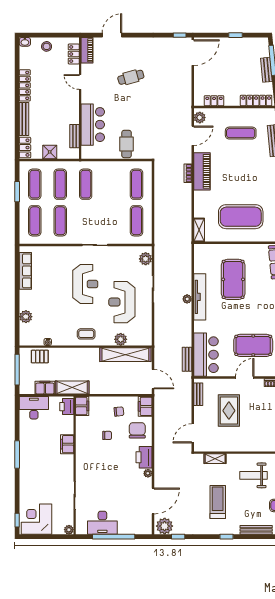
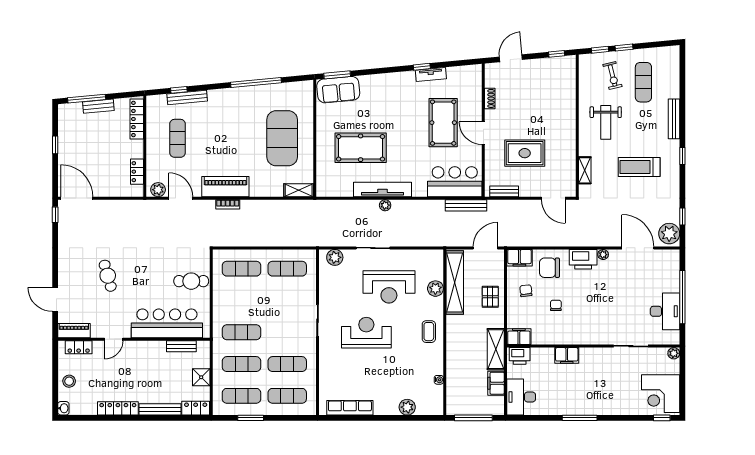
bar counter: (93, 125) -> (167, 323), width x1.36
pallet: (40, 357) -> (490, 297), moved
bench: (187, 359) -> (466, 205), width x1.36

